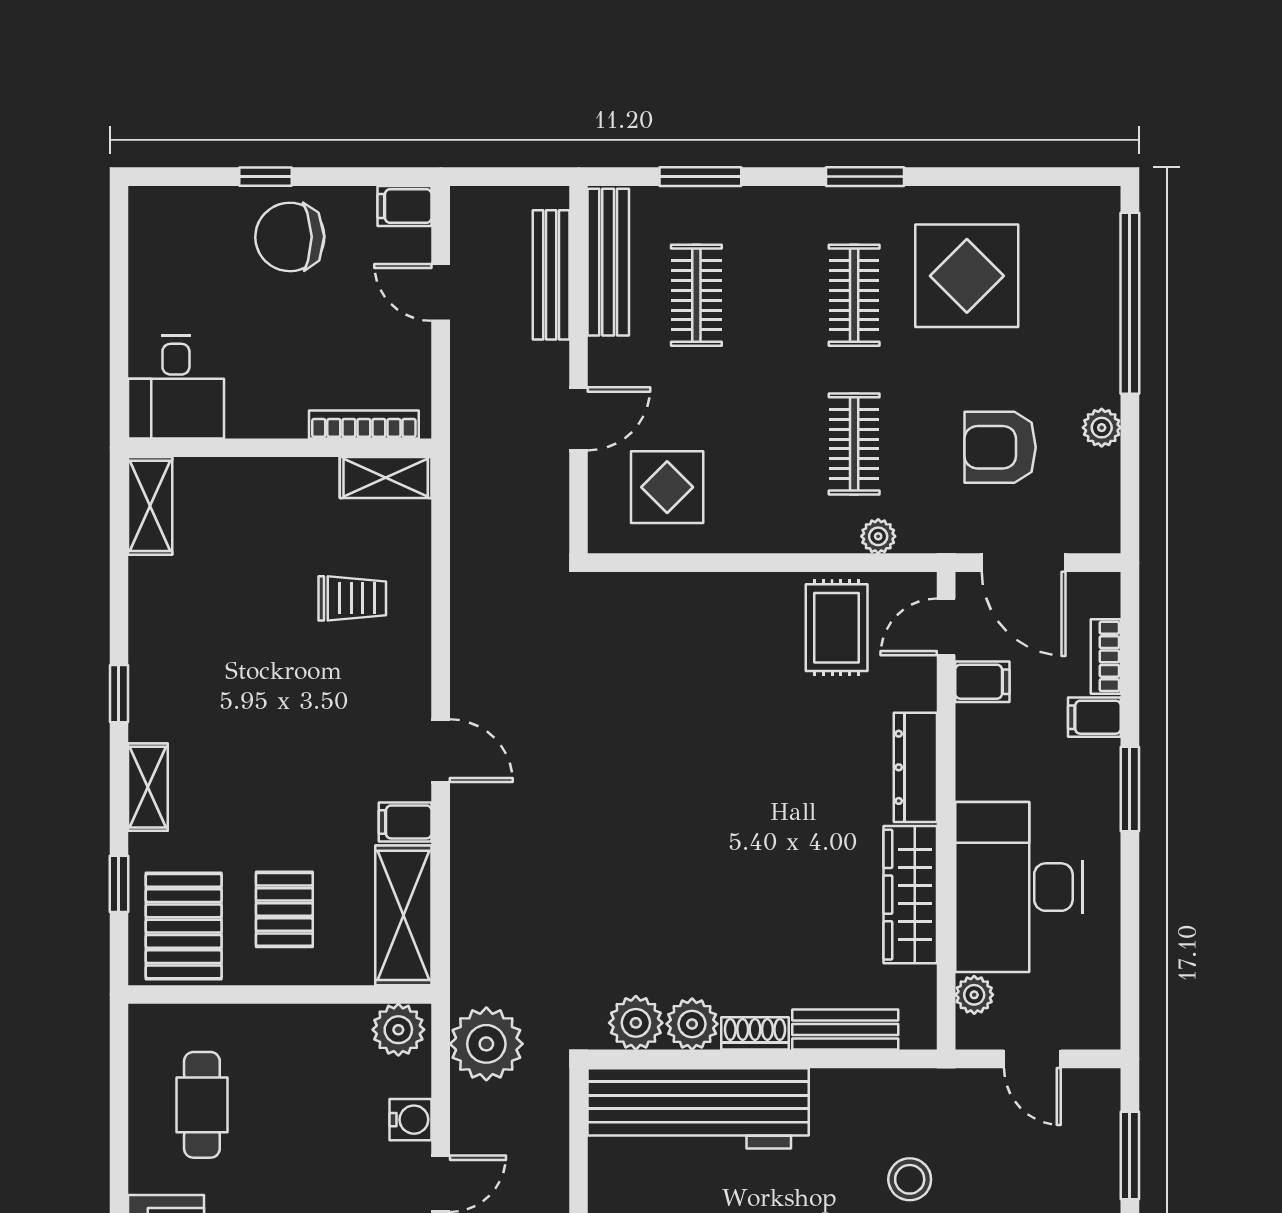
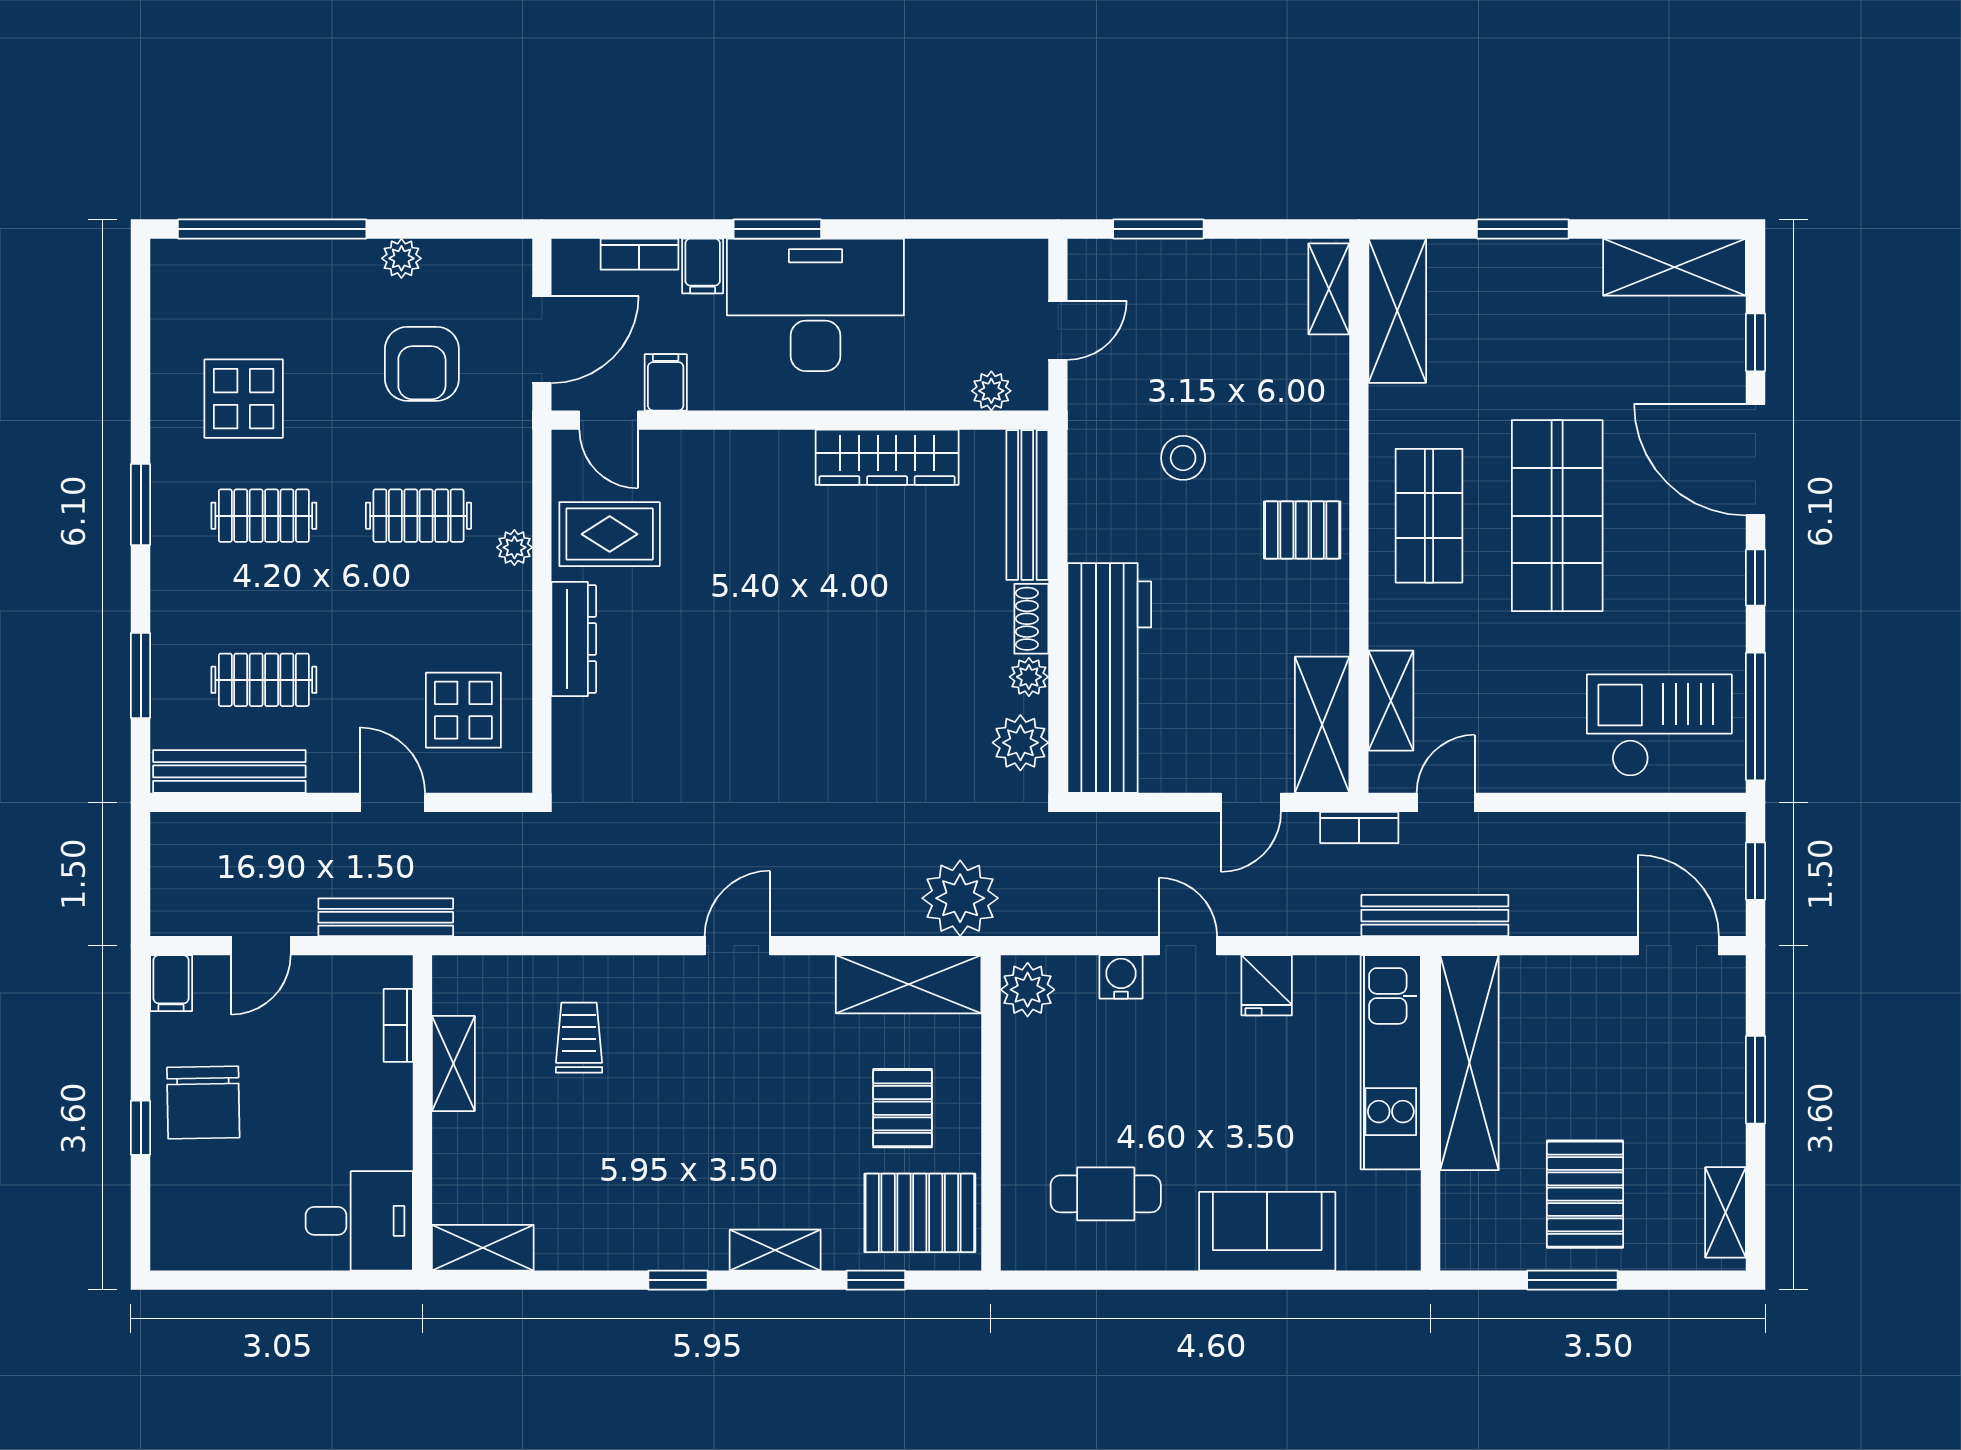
bench: (551, 275) -> (386, 917), moved
display table: (967, 276) -> (244, 399), width x0.73, depth x0.73
bookcase: (364, 425) -> (398, 1025), width x0.64
shelving: (386, 478) -> (453, 1063), moved
plant: (878, 536) -> (514, 547), moved
dresser: (915, 767) -> (574, 639), moved, turned -90
filing cabinet: (405, 822) -> (812, 983), removed
desk: (1019, 887) -> (815, 305), moved, turned 180
pallet: (284, 909) -> (902, 1108), turned 90
plant: (692, 1024) -> (1029, 677), width x0.73, depth x0.73
bench: (845, 1029) -> (1027, 505), width x1.36
plant: (486, 1044) -> (960, 898), moved

